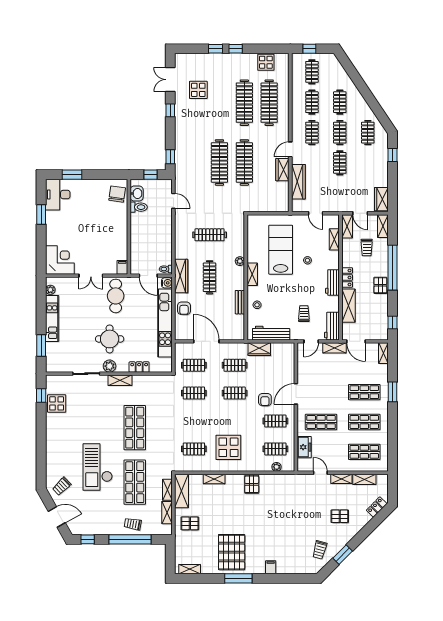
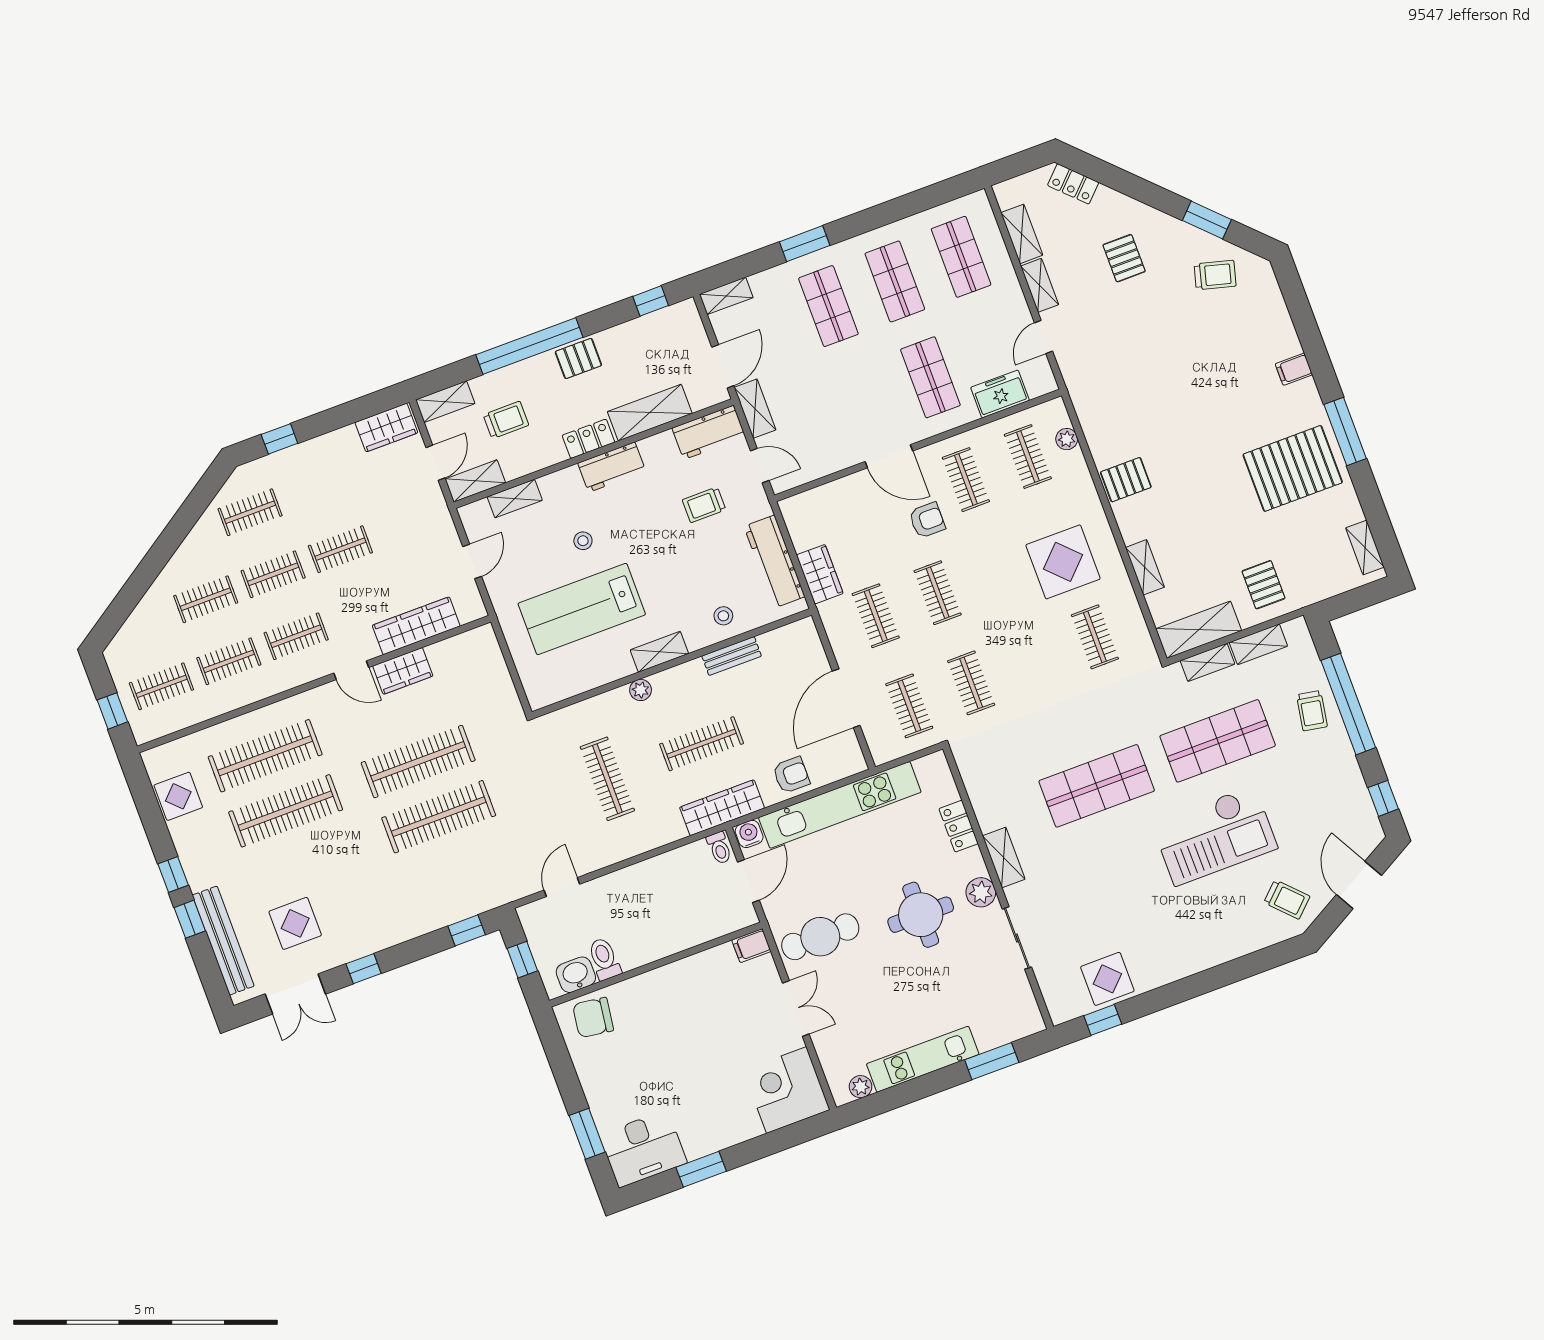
bench: (202, 59) -> (223, 941), added

